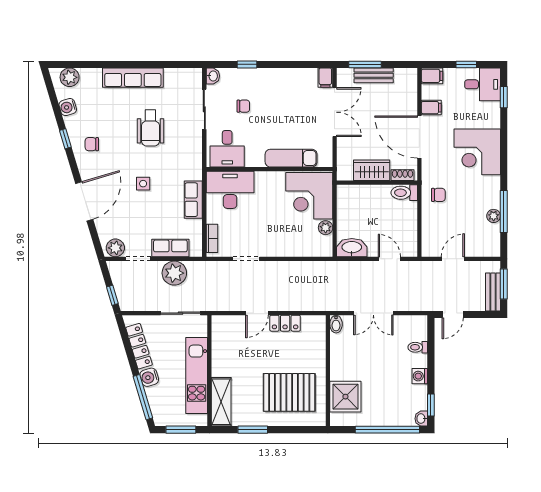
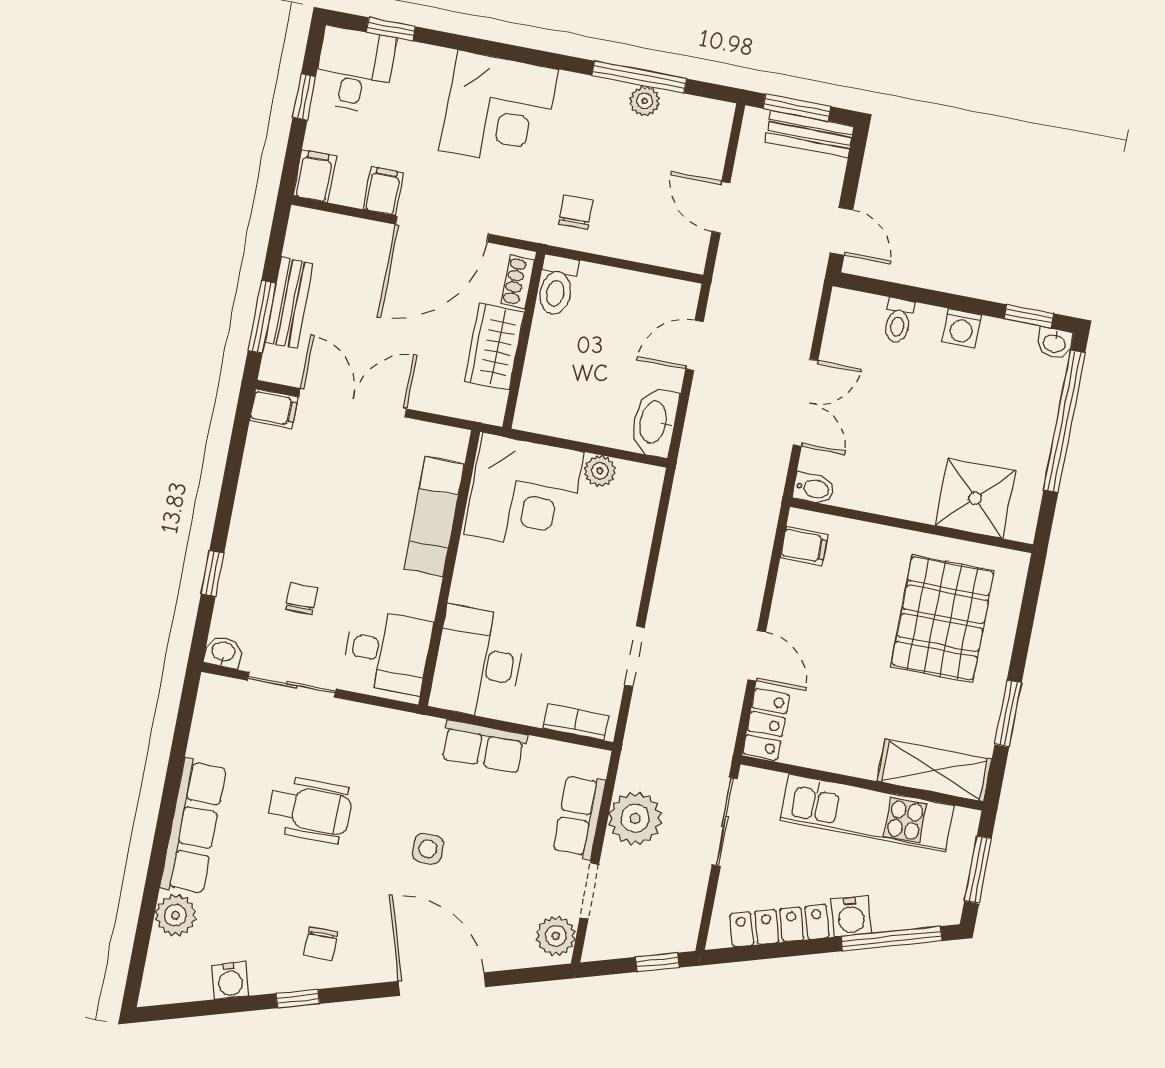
plant: (70, 77) -> (175, 915), moved
locker: (285, 323) -> (766, 724), moved
filing cabinet: (310, 325) -> (804, 546), added

